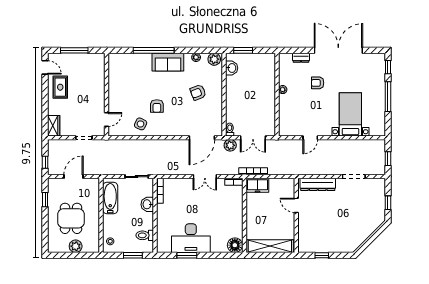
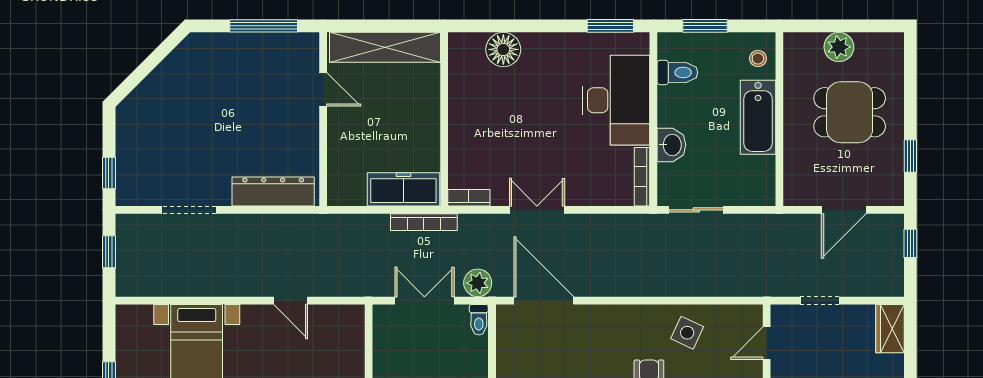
door: (202, 138) -> (544, 301), hinge flipped
door: (310, 138) -> (291, 301), swing flipped
freezer: (258, 185) -> (403, 189), width x1.40
bathtub: (110, 198) -> (758, 117), moved
window: (388, 203) -> (109, 173), moved
door: (296, 205) -> (323, 89), moved
dining table: (71, 218) -> (850, 112), turned 90
desk: (191, 238) -> (616, 100), moved, turned 90
floor lamp: (235, 245) -> (503, 49), moved
window: (187, 255) -> (610, 26), moved
window: (322, 255) -> (264, 26), width x2.17

